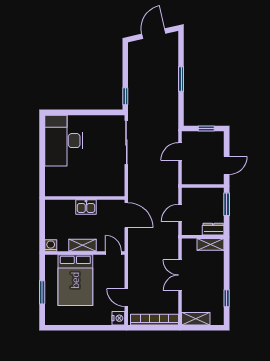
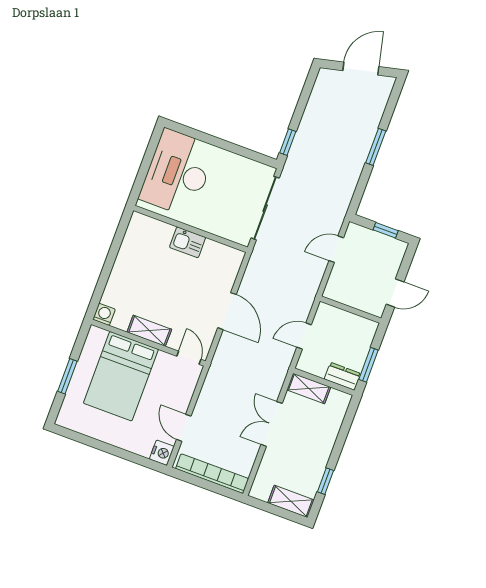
wall: (85, 198) -> (190, 229), moved
window: (227, 204) -> (369, 365), moved
kitchen sink: (86, 207) -> (188, 242), moved
shelving: (211, 244) -> (309, 388), moved
shelving: (196, 319) -> (291, 501), moved

